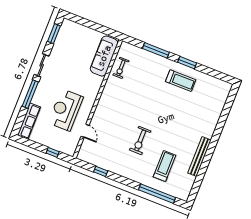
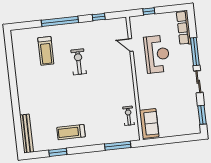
window: (156, 50) -> (118, 146), moved
sofa: (104, 56) -> (149, 124), width x0.73
window: (187, 63) -> (58, 152), moved
bench: (199, 157) -> (27, 134), moved
window: (157, 194) -> (60, 21), moved

